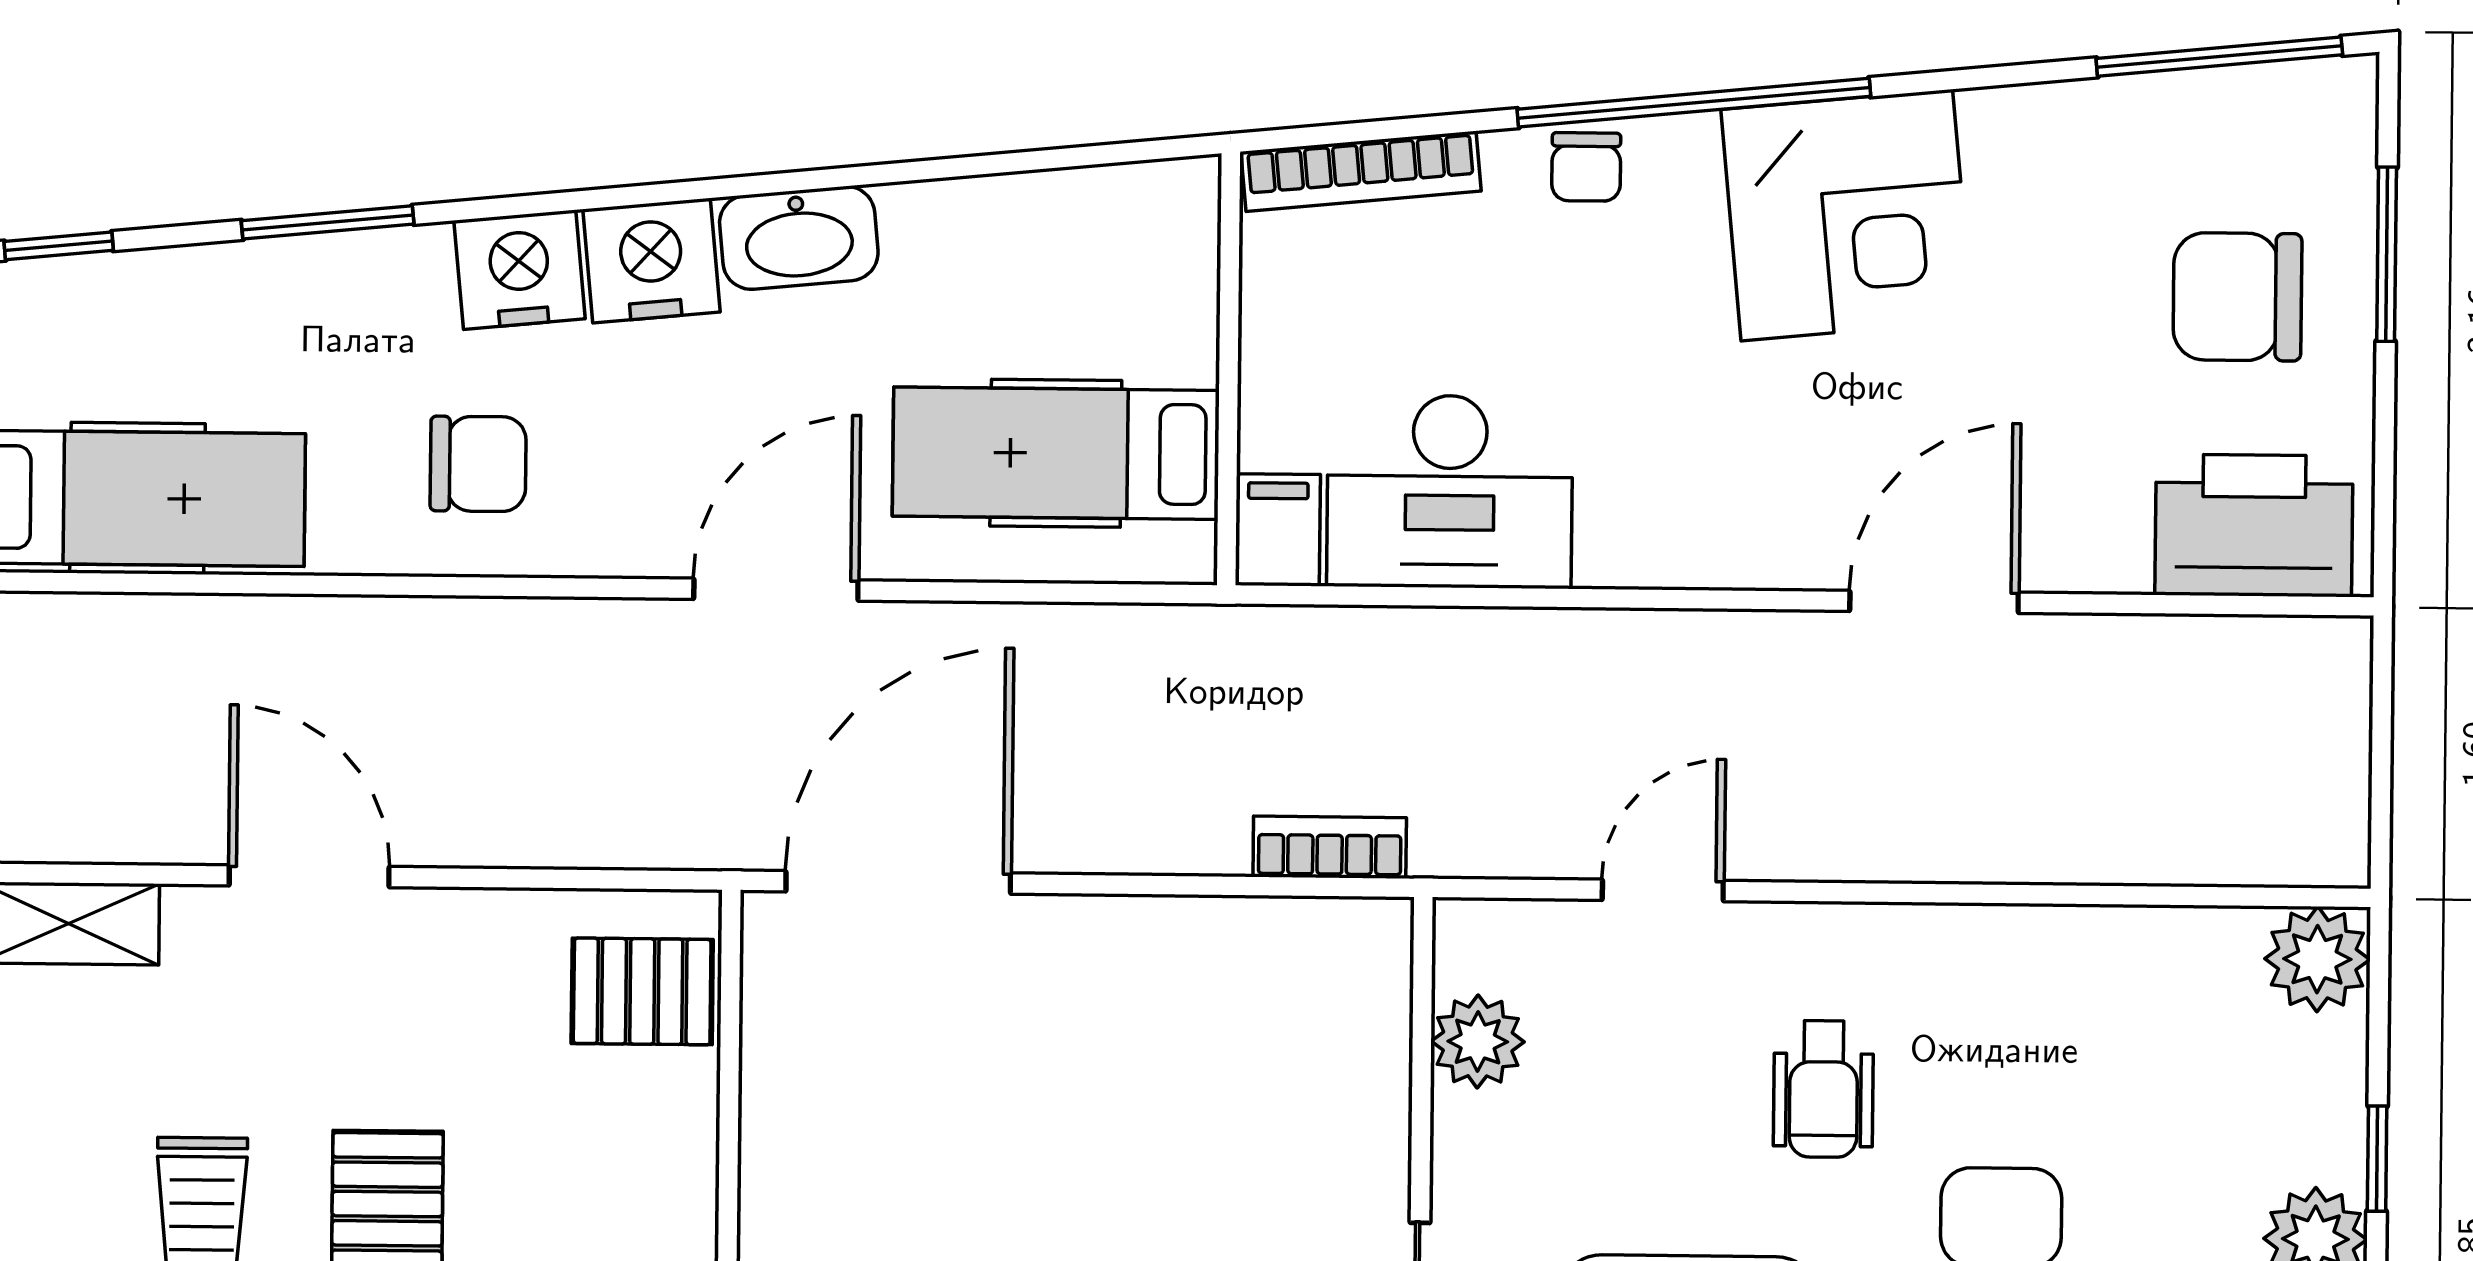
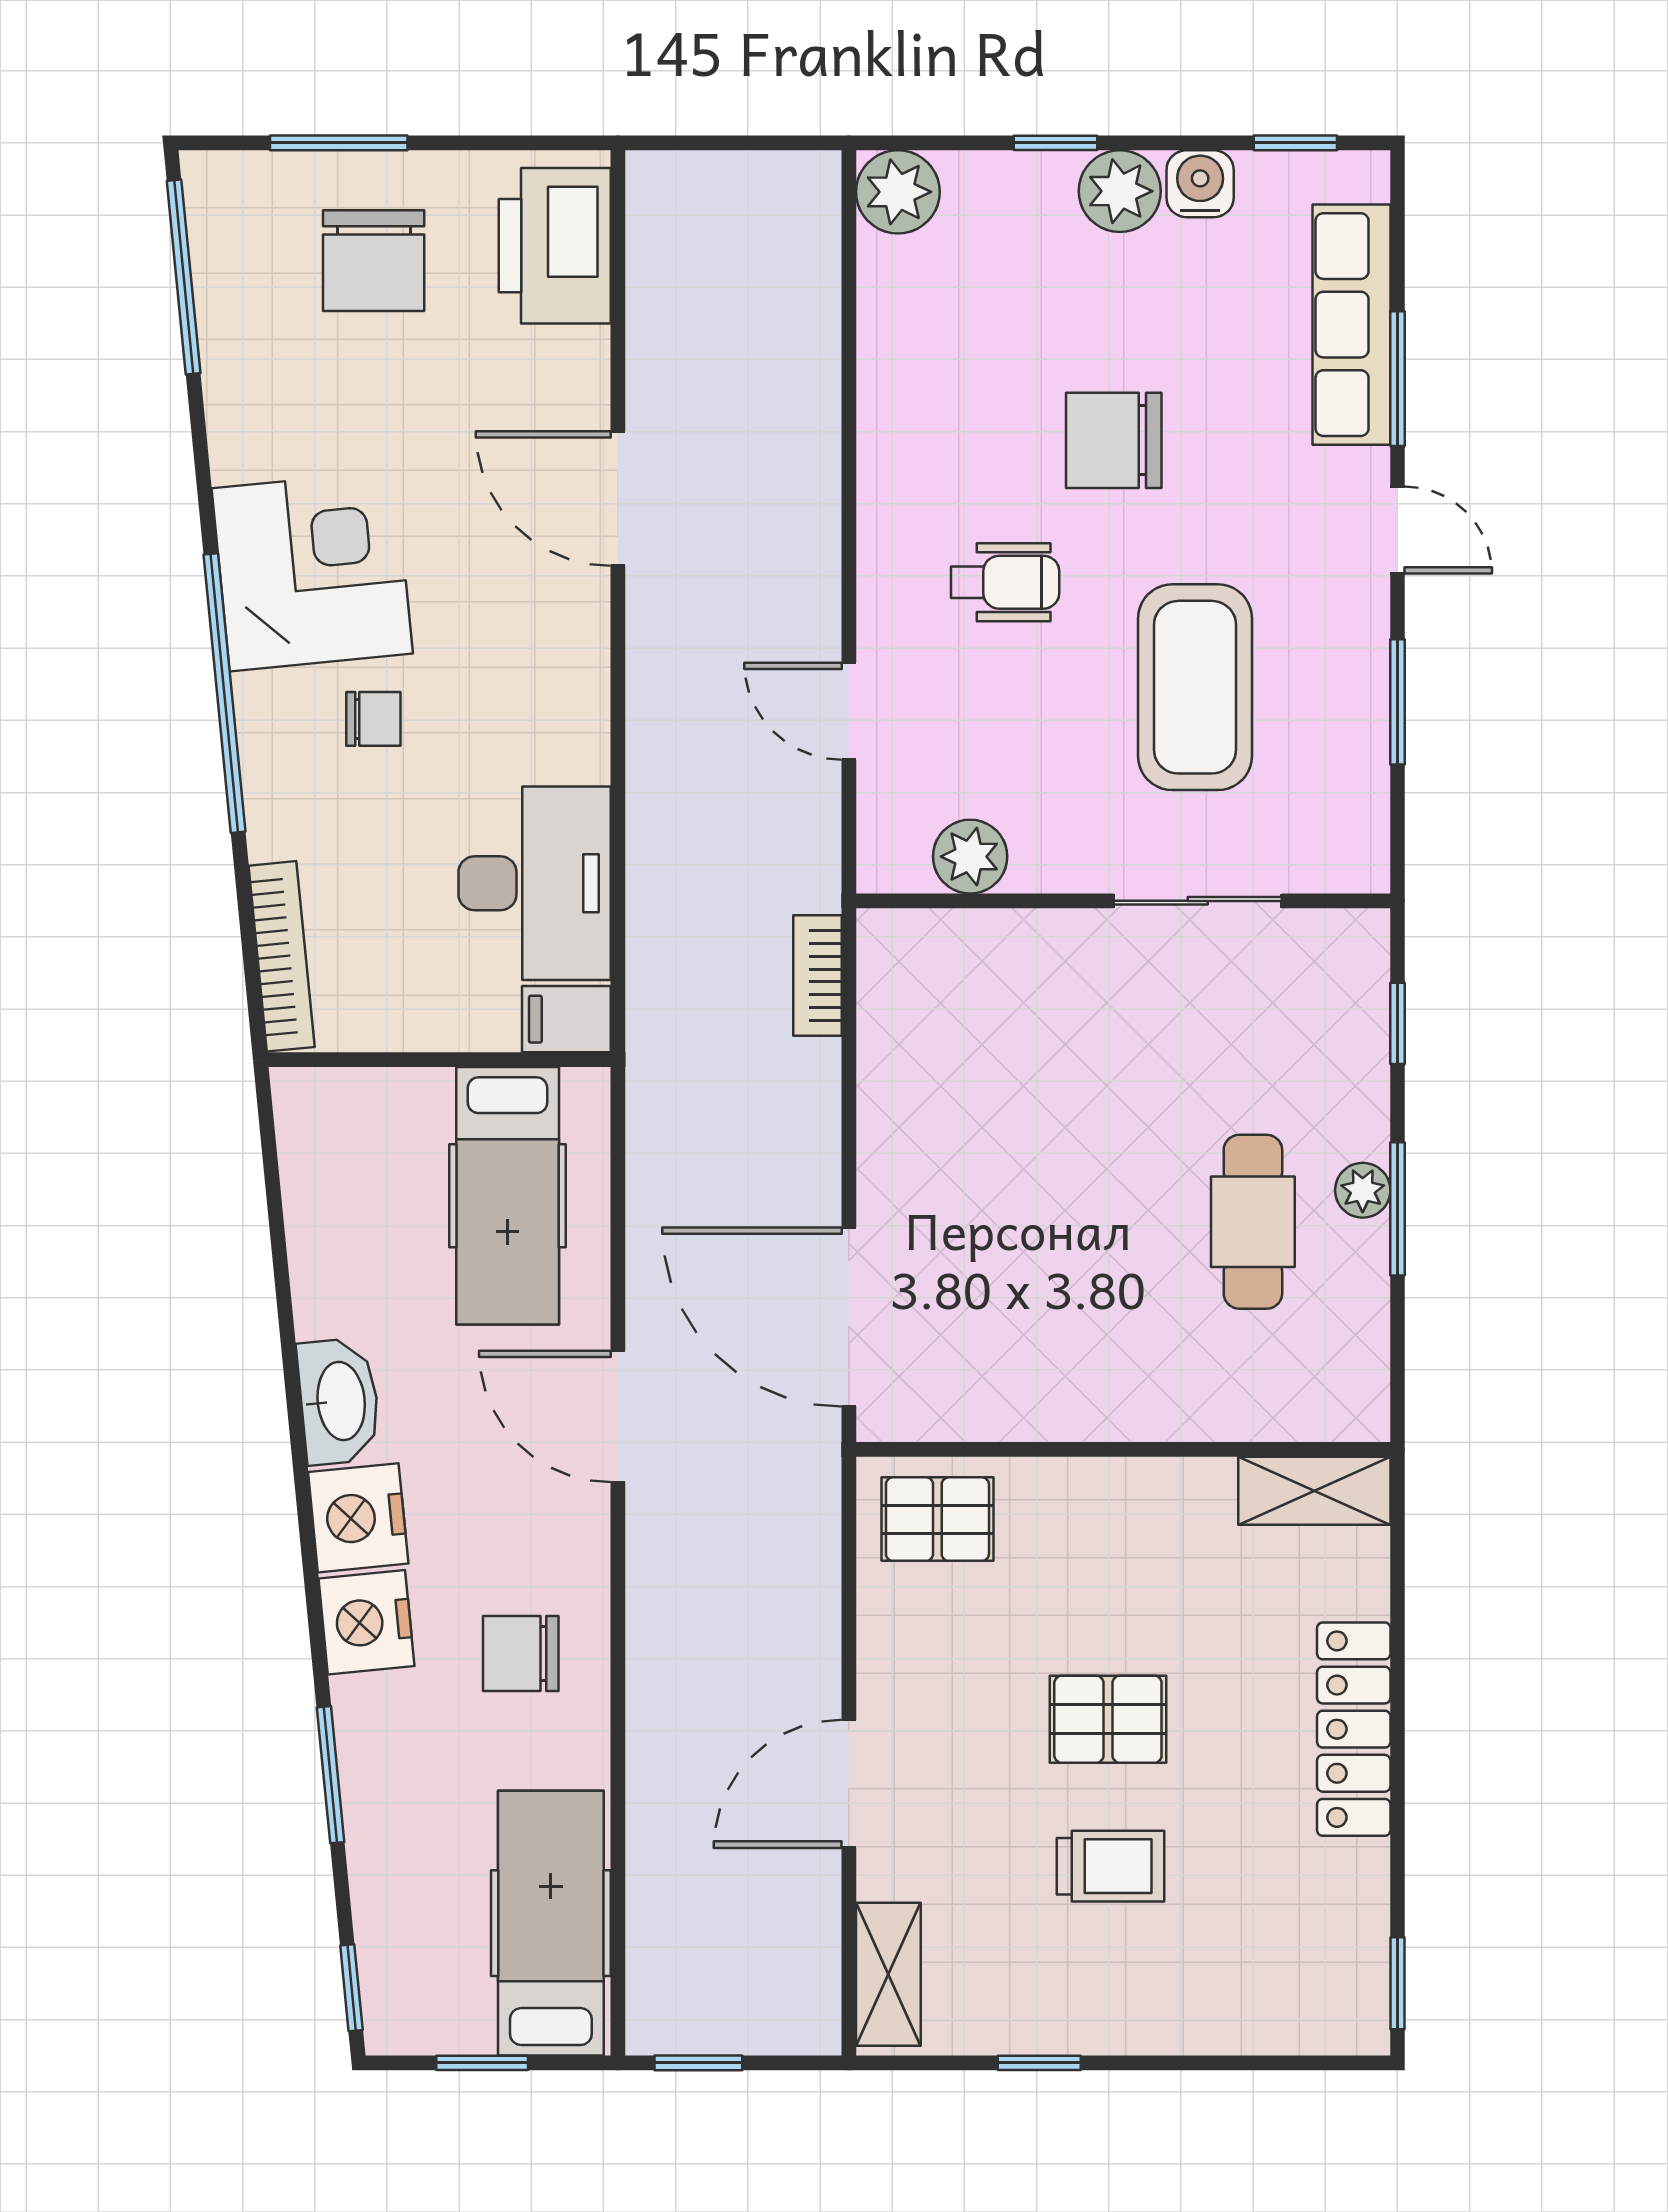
chair: (1586, 167) -> (373, 719), moved
chair: (478, 464) -> (521, 1653), turned -90
pallet: (642, 991) -> (937, 1519), turned 90

